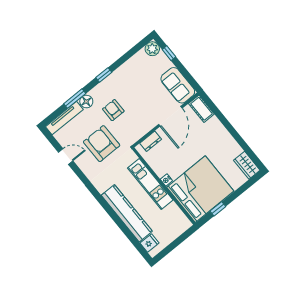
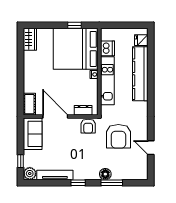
armchair: (113, 110) -> (88, 126), moved
door: (170, 116) -> (55, 116), hinge flipped
tv unit: (64, 118) -> (55, 175), moved
dishwasher: (173, 212) -> (108, 48), added

